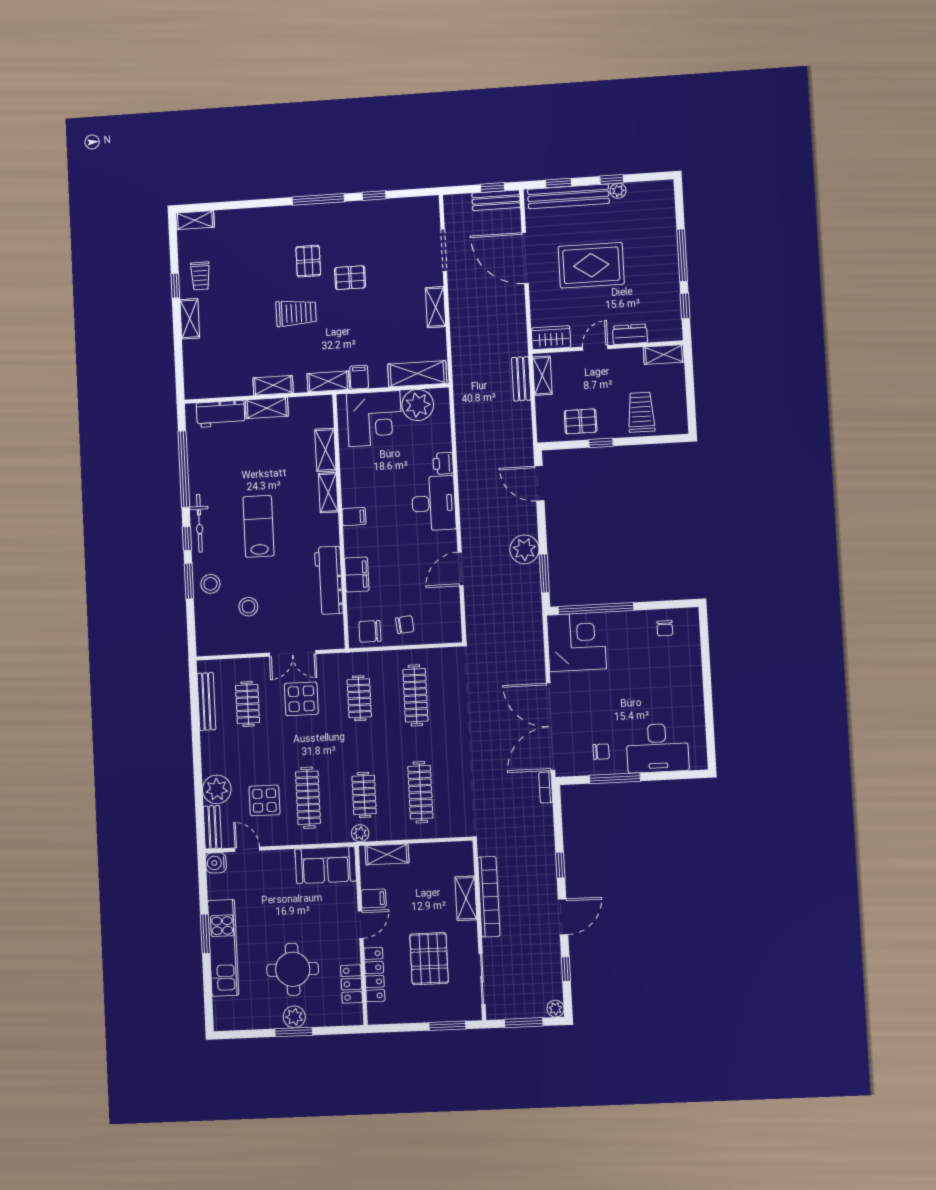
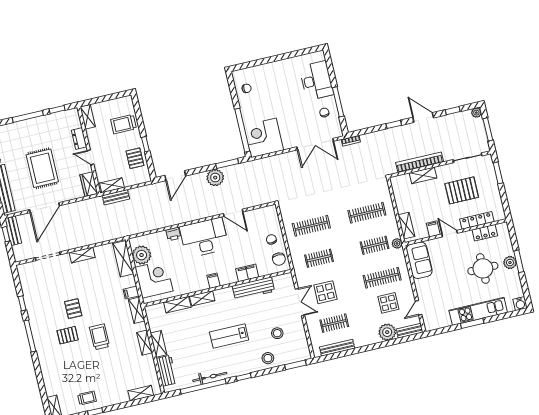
shelving: (190, 319) -> (141, 393), moved
desk: (434, 503) -> (204, 238), width x1.36, depth x1.30
bicycle: (199, 523) -> (210, 377), moved
window: (189, 581) -> (295, 365), moved
double door: (551, 727) -> (315, 144), width x0.73
water cooler: (216, 863) -> (520, 304), moved

